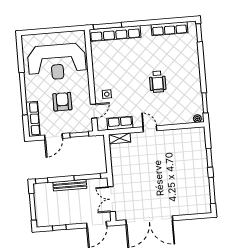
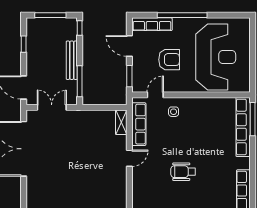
reception desk: (57, 62) -> (216, 57), turned 180
door: (94, 111) -> (155, 95), swing flipped
row of seats: (120, 123) -> (139, 124), width x1.48

